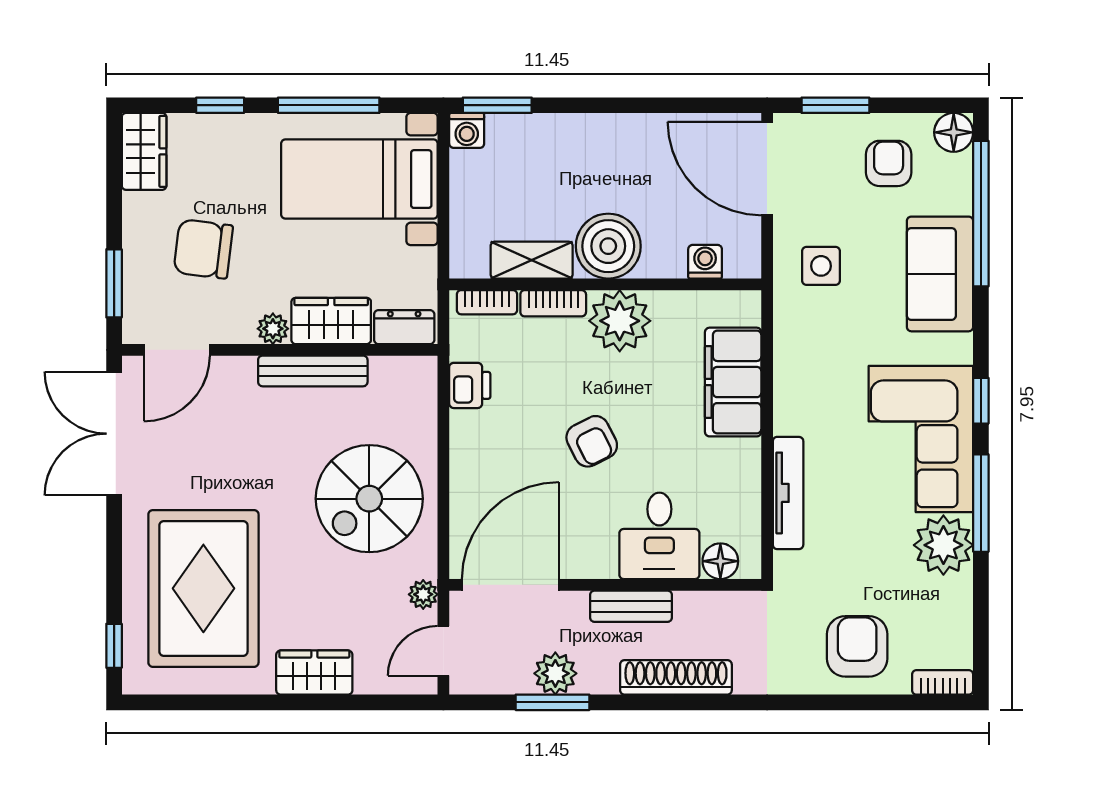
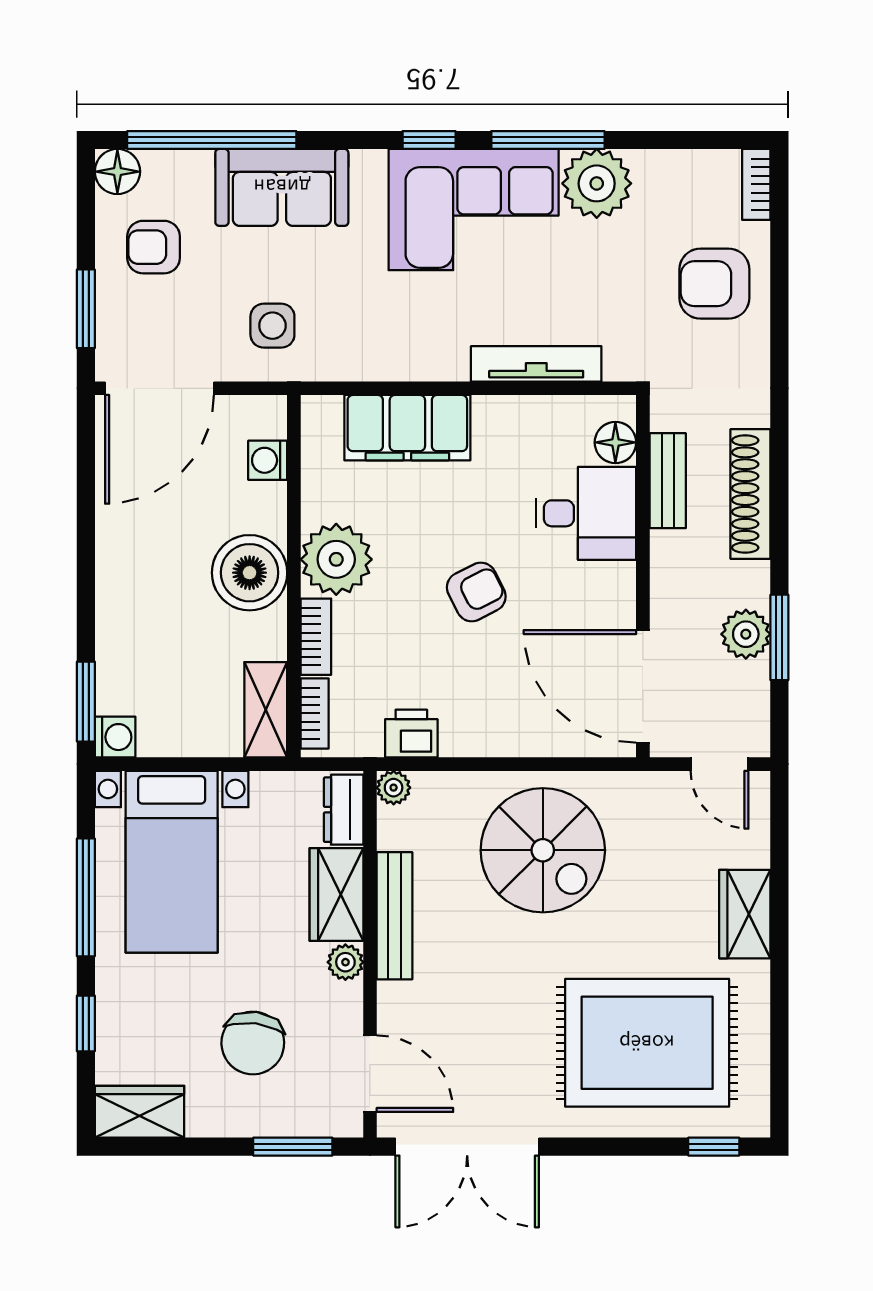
shelving: (532, 260) -> (266, 710), moved
plant: (423, 594) -> (394, 788), moved
bench: (631, 606) -> (668, 481), moved

